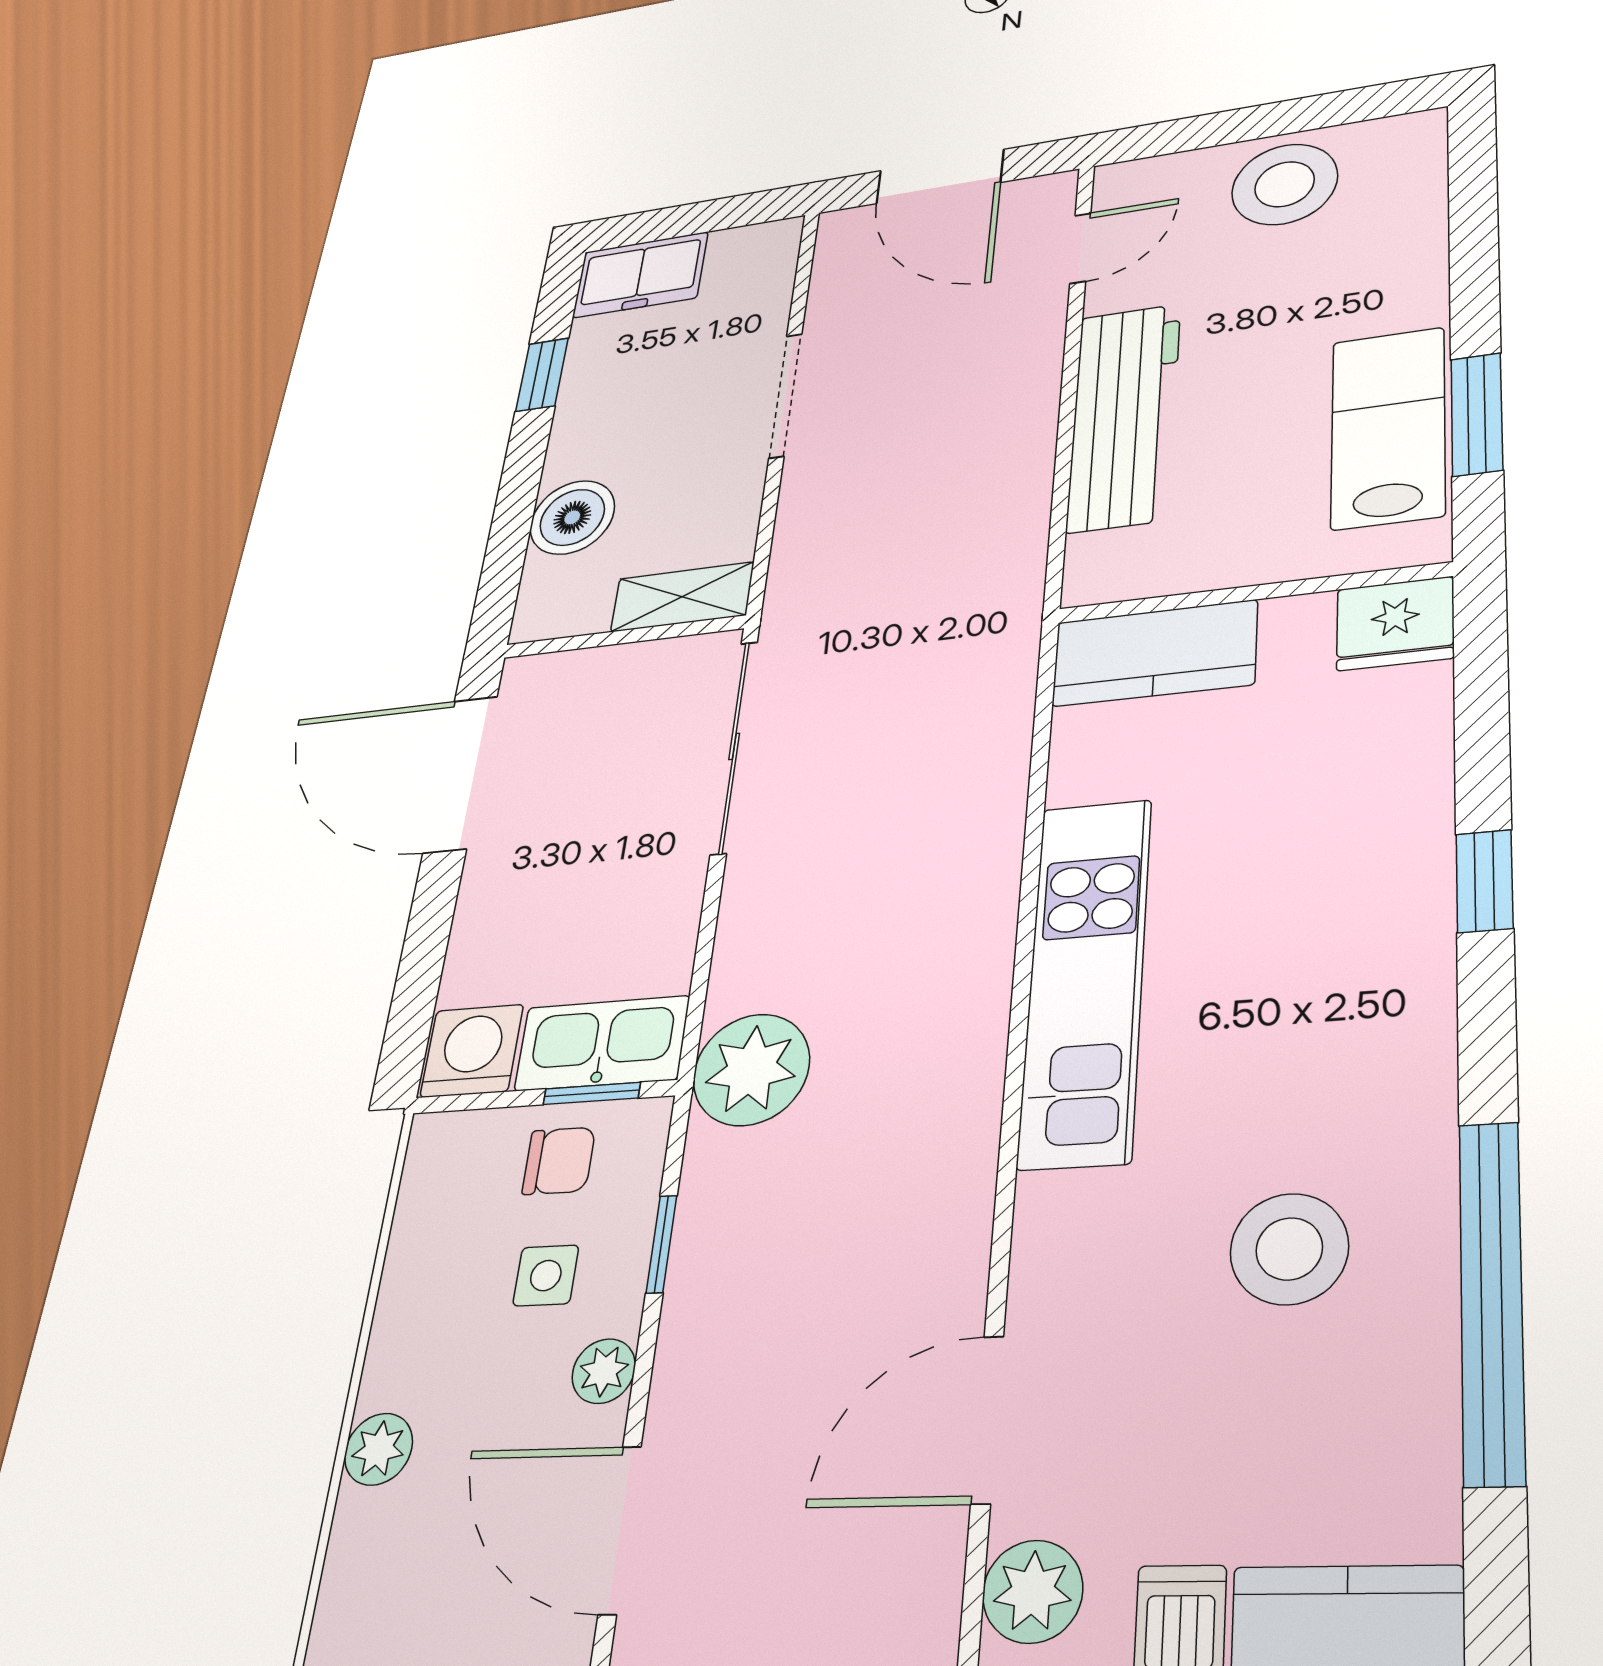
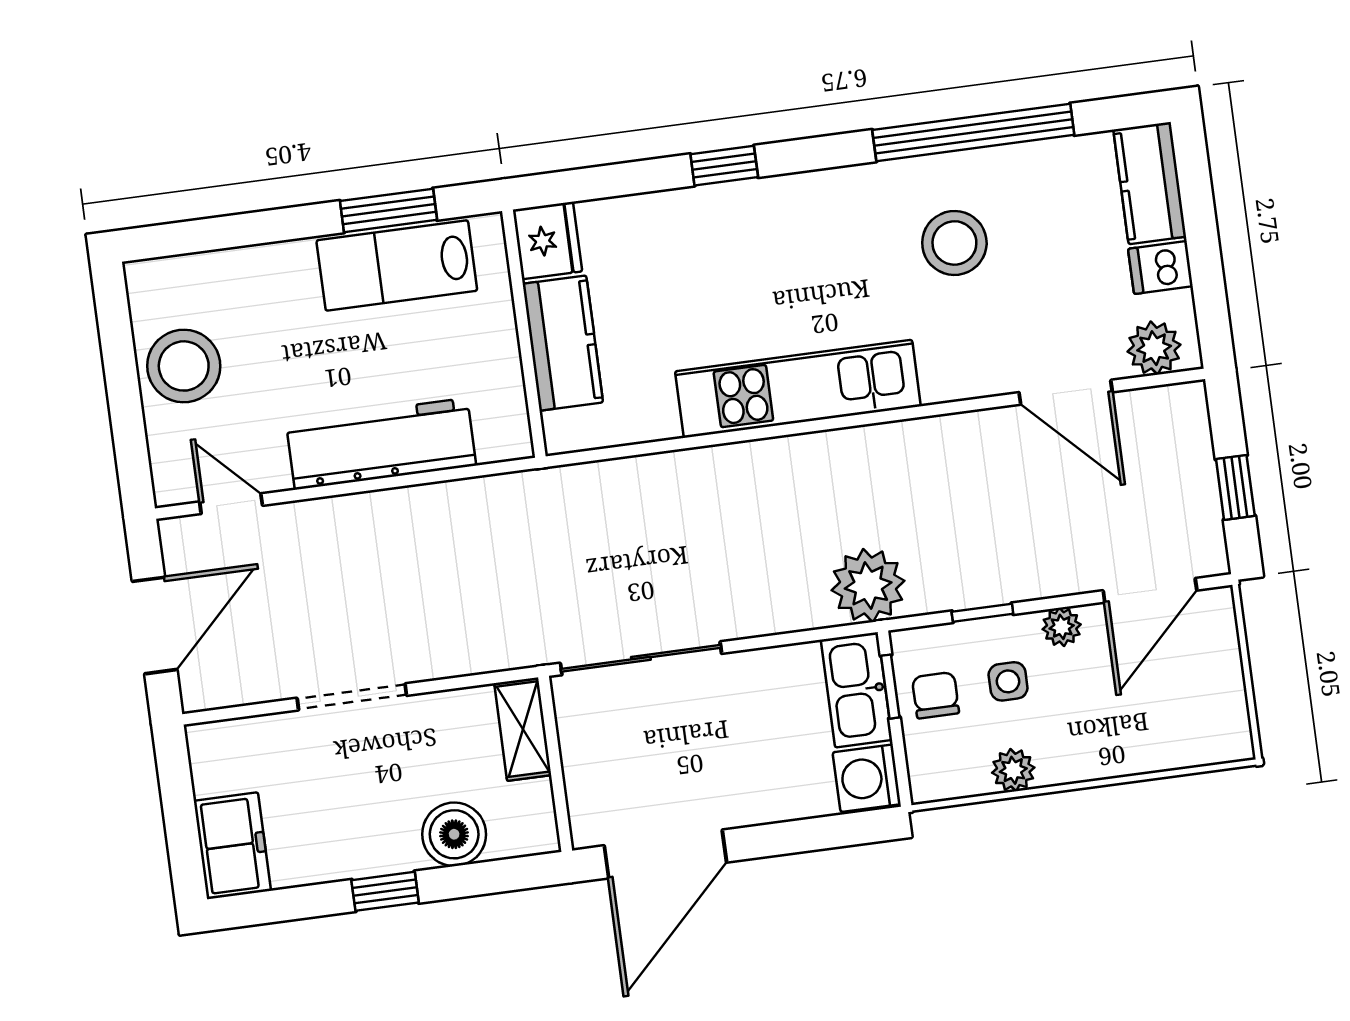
window: (542, 375) -> (385, 891), moved
kitchen counter: (1155, 653) -> (563, 343), moved
plant: (379, 1449) -> (1013, 770), moved

